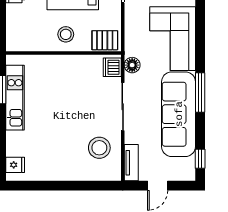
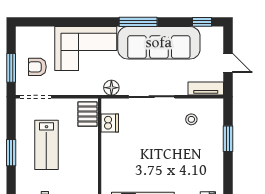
stool: (66, 34) -> (82, 152), removed
dishwasher: (112, 67) -> (110, 123), moved, turned -90
stool: (99, 148) -> (191, 119), width x0.53, depth x0.53
window: (79, 186) -> (228, 139), added

